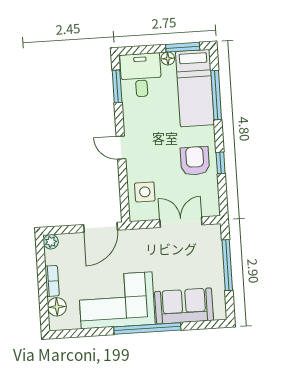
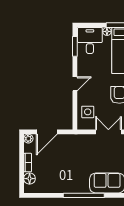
door: (121, 148) -> (75, 84), swing flipped
door: (101, 227) -> (47, 132), moved
corner sofa: (117, 300) -> (66, 177), removed

